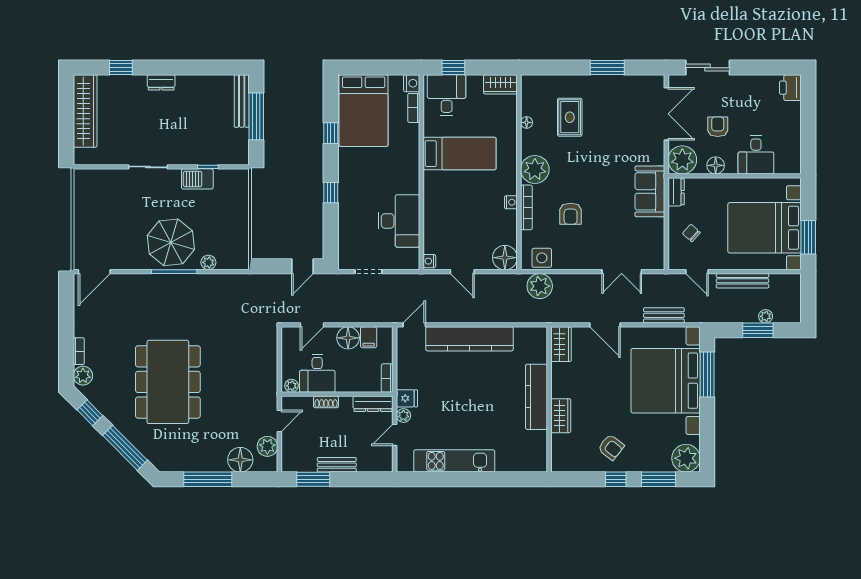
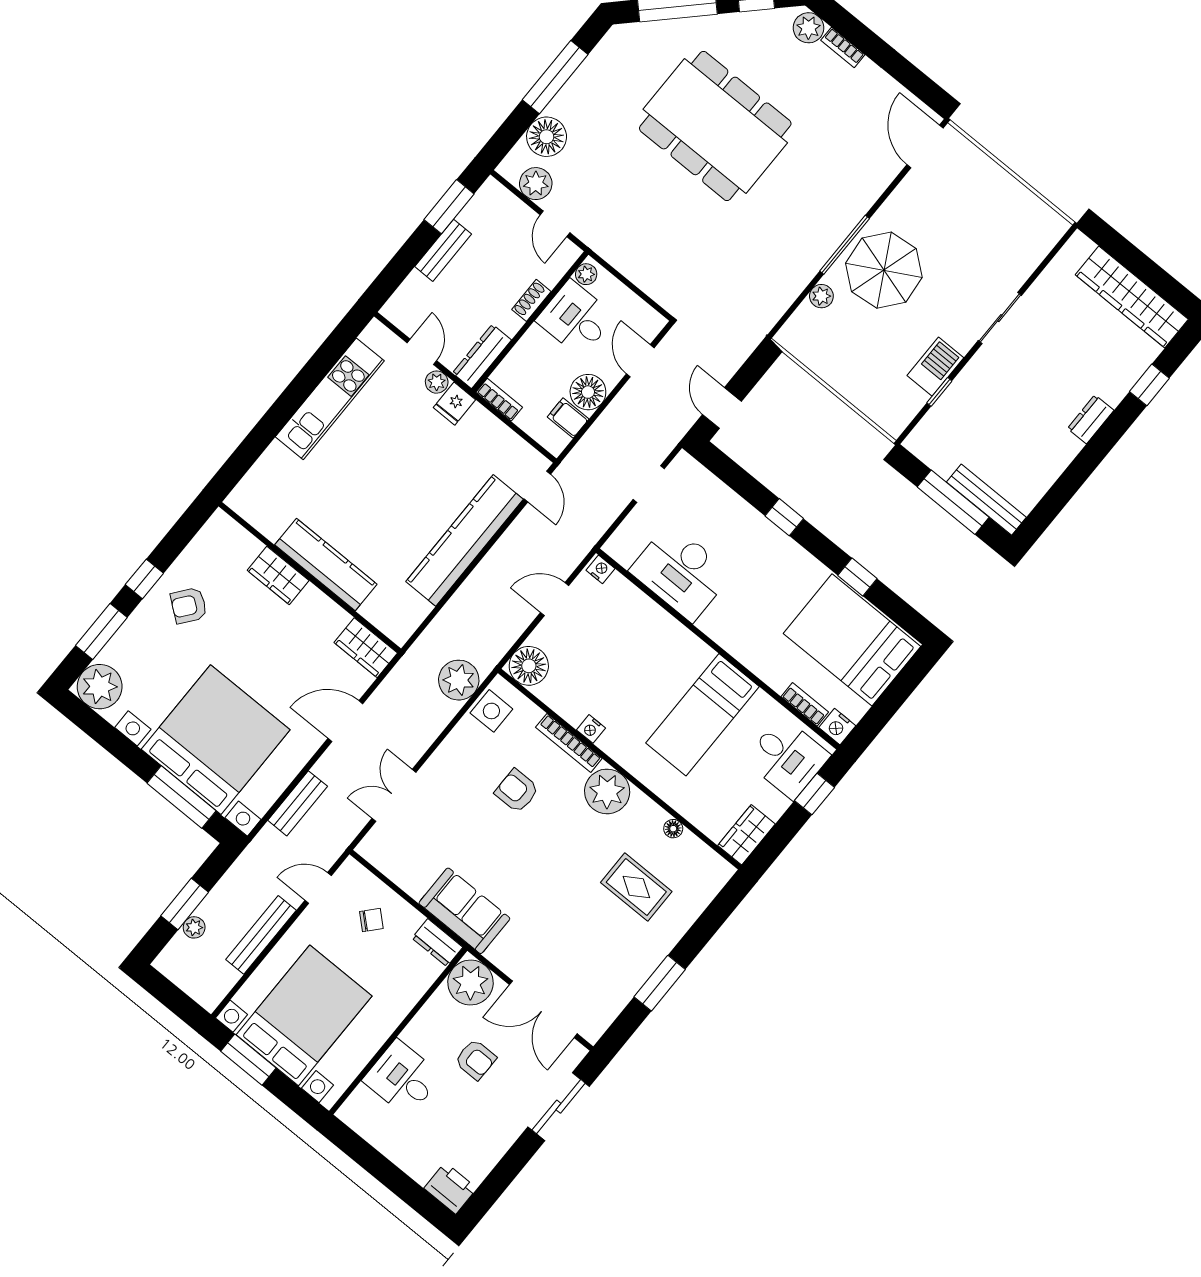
floor lamp: (716, 165) -> (430, 1018), removed

